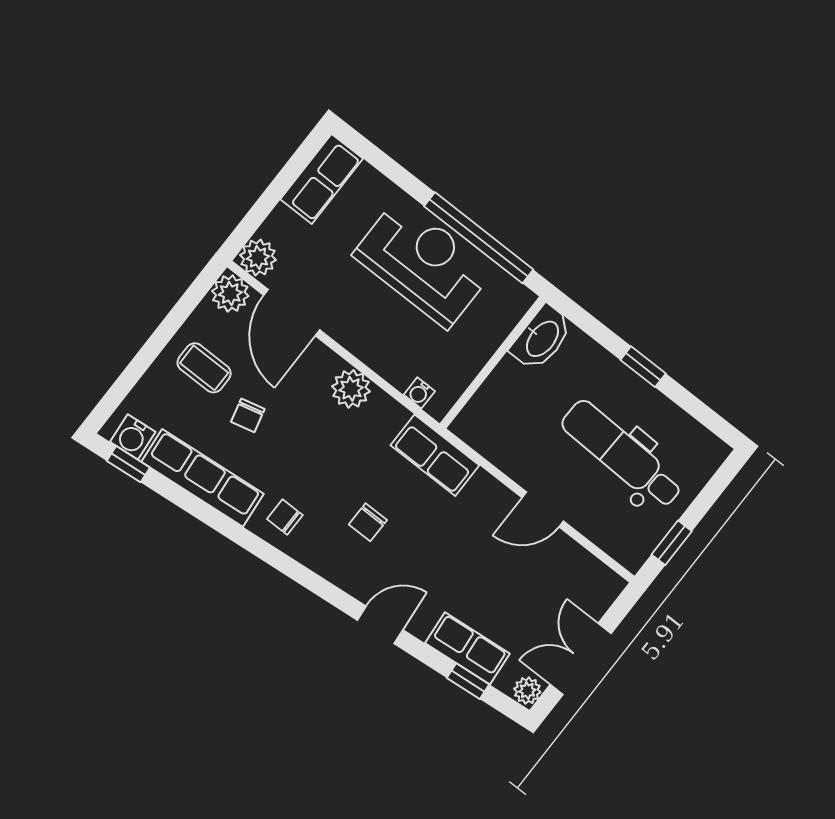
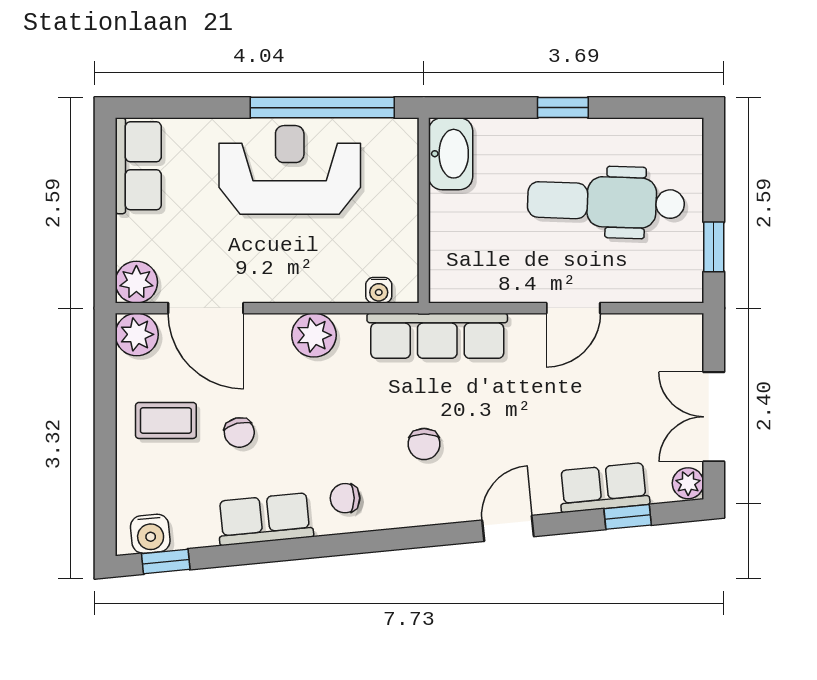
row of seats: (435, 455) -> (437, 336), width x1.48
row of seats: (202, 478) -> (265, 519), width x0.68

